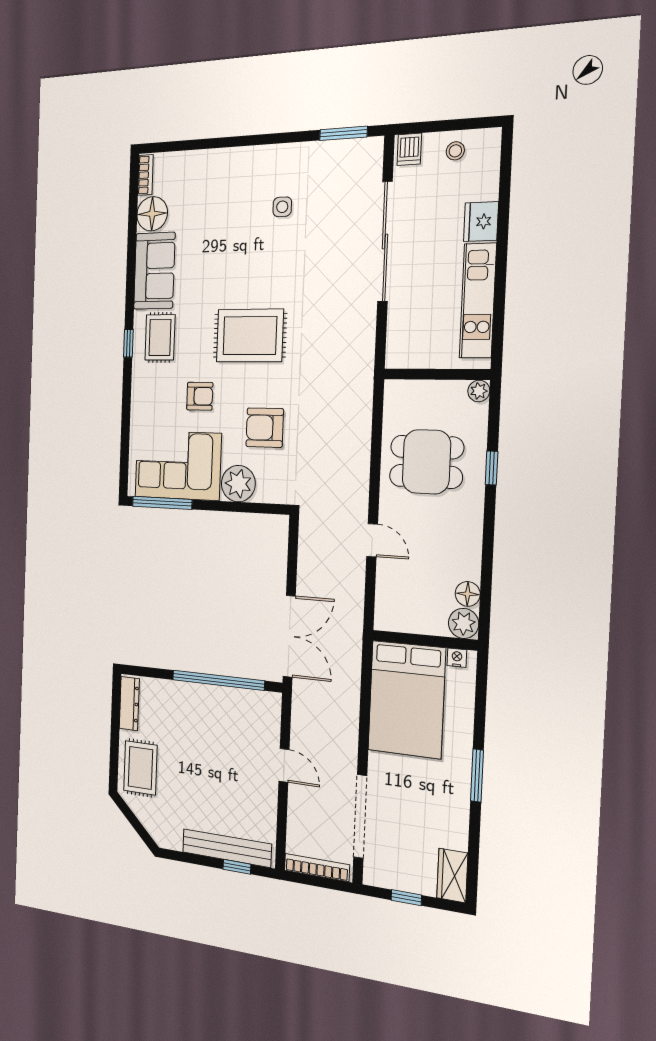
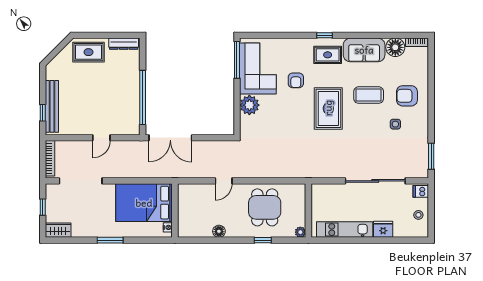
coffee table: (230, 260) -> (369, 95), added
armchair: (265, 428) -> (407, 96), moved, turned -90
floor lamp: (468, 594) -> (219, 231), moved
plant: (464, 623) -> (185, 230), removed

